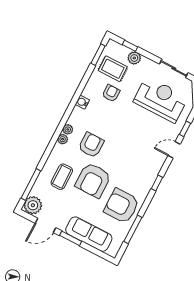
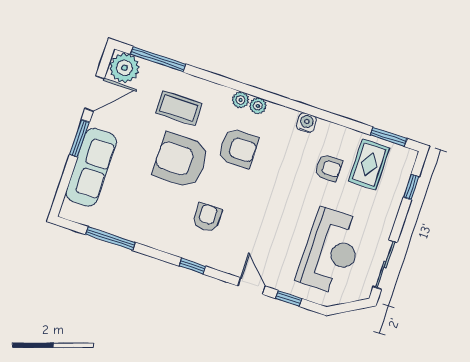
plant: (134, 58) -> (392, 197), removed
armchair: (122, 206) -> (207, 218), moved, width x0.53, depth x0.53
door: (45, 225) -> (94, 94), swing flipped

